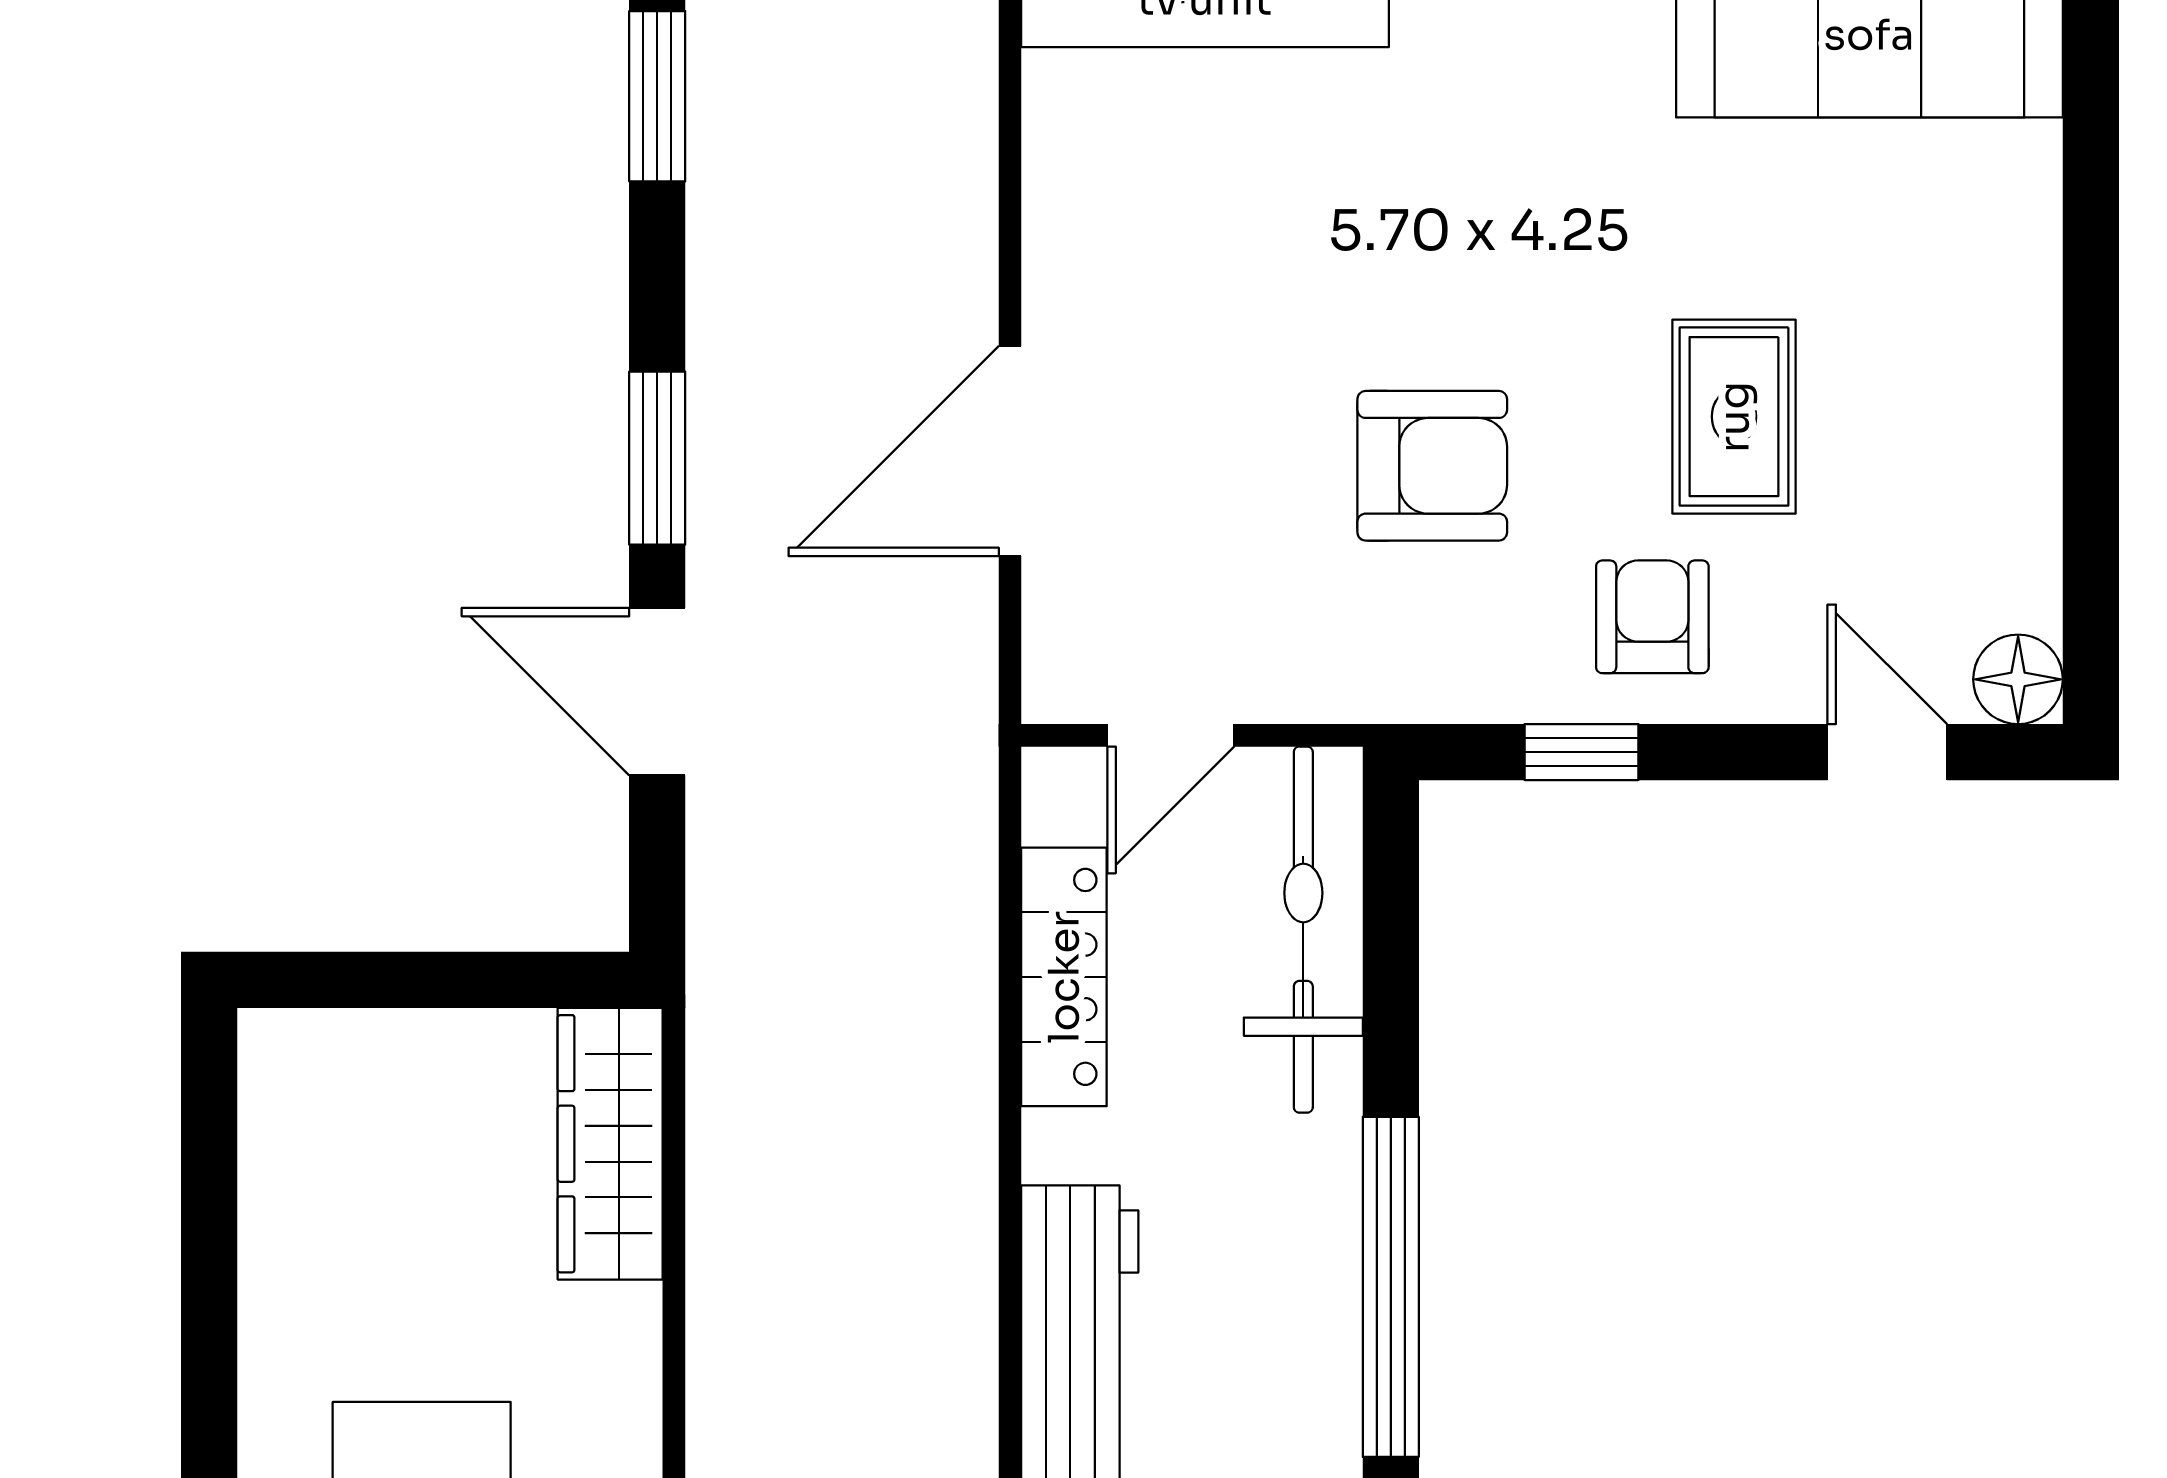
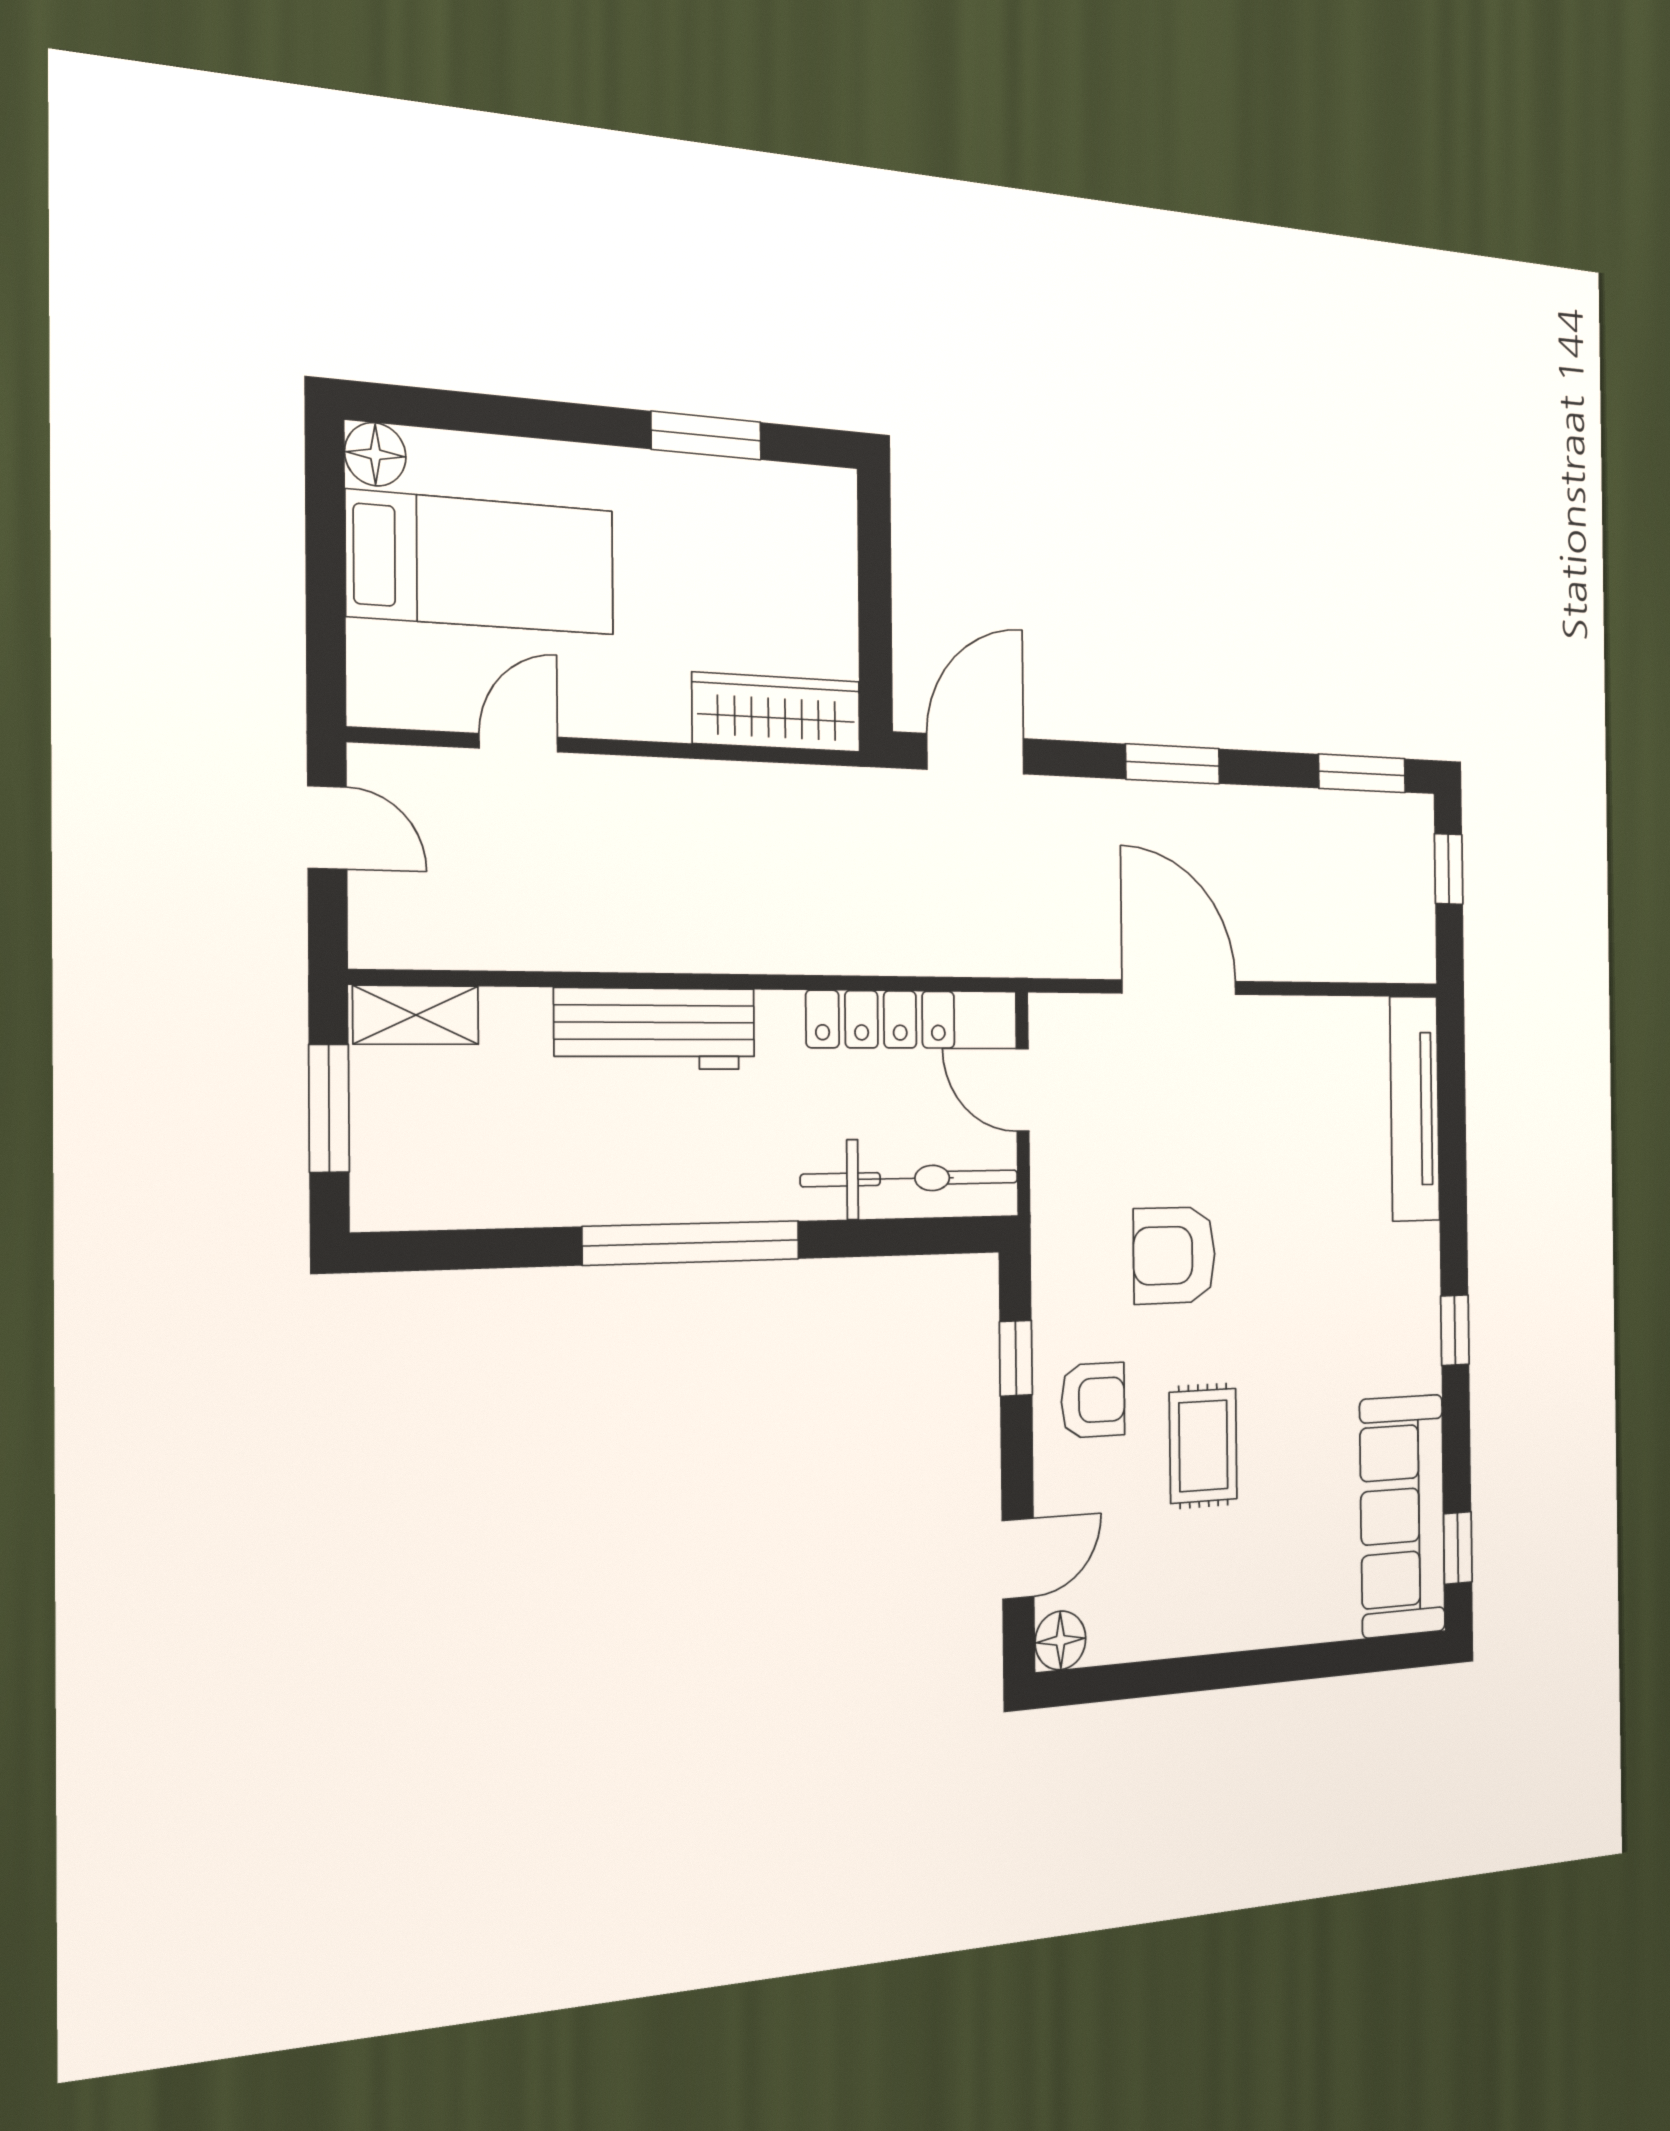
rug: (1734, 417) -> (1203, 1446), turned 90
armchair: (1432, 466) -> (1174, 1255), turned 90
door: (657, 692) -> (976, 754), moved
window: (209, 1253) -> (706, 436), added

